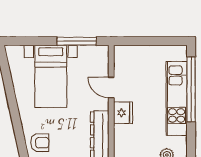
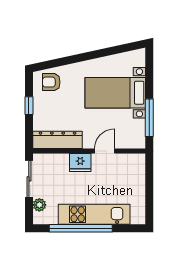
window: (191, 89) -> (81, 228), moved
armchair: (40, 143) -> (51, 82), turned 90

